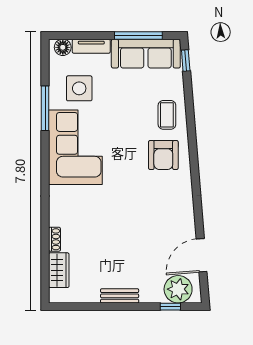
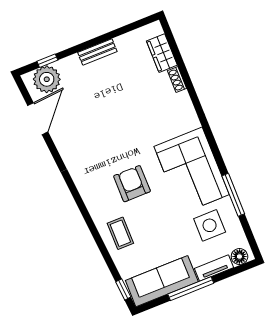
window: (138, 35) -> (191, 289), moved
armchair: (163, 155) -> (132, 184), moved

